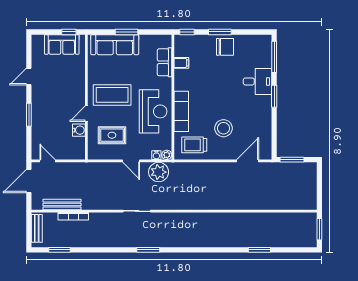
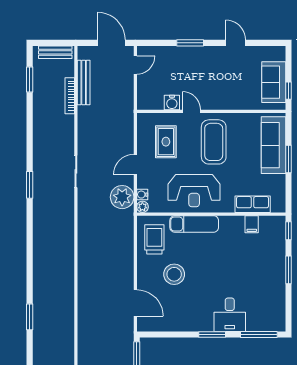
chair: (225, 47) -> (271, 276), removed

